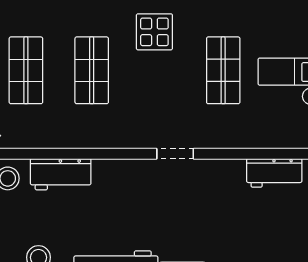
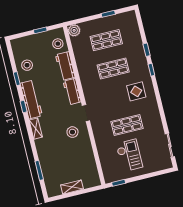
workbench: (274, 173) -> (72, 92), moved
stool: (210, 194) -> (72, 132), added

